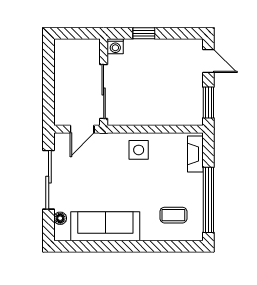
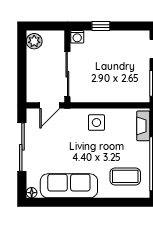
plant: (63, 52) -> (34, 41), added
coffee table: (173, 215) -> (125, 176), width x1.36, depth x1.30
floor lamp: (60, 218) -> (32, 193), moved

